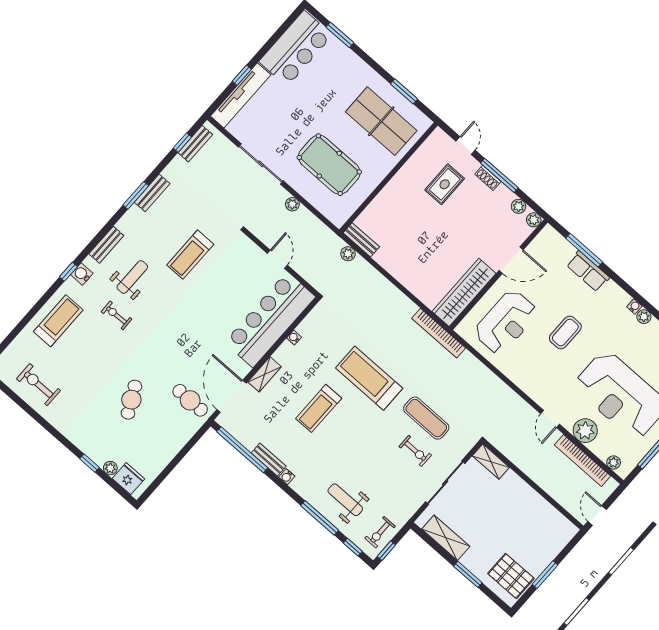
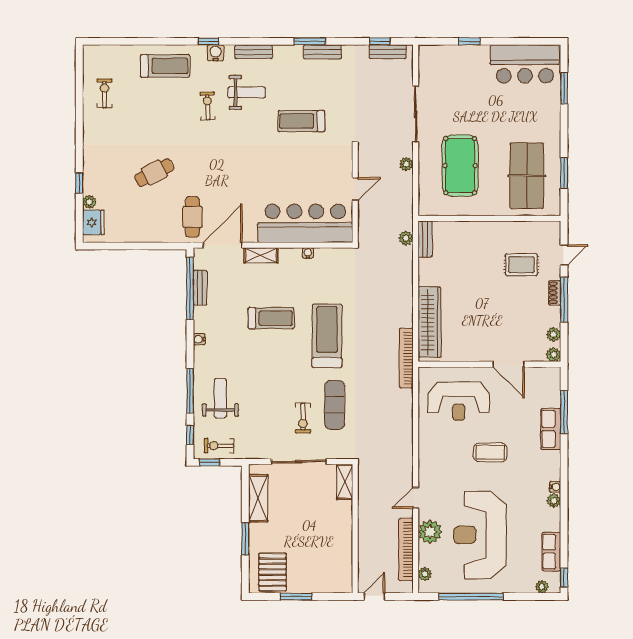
tv unit: (241, 95) -> (454, 54), removed
wardrobe: (464, 292) -> (430, 322), moved, turned 90
exercise bike: (39, 385) -> (104, 93), width x0.73, depth x0.72
treadmill: (319, 408) -> (271, 318), turned 180
bench: (269, 460) -> (200, 288), moved

